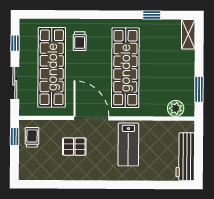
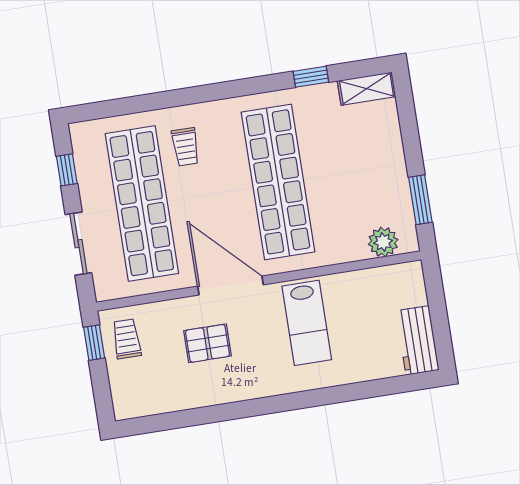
shelving: (188, 34) -> (367, 89), moved, turned 90
workbench: (185, 157) -> (417, 340), width x0.73

